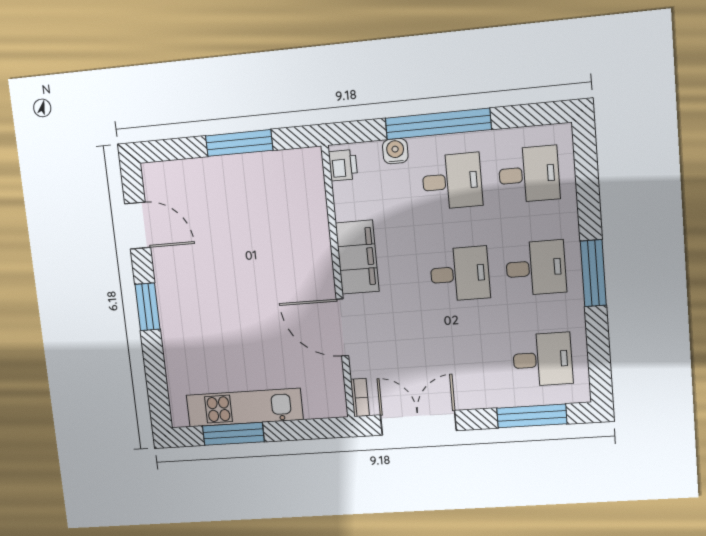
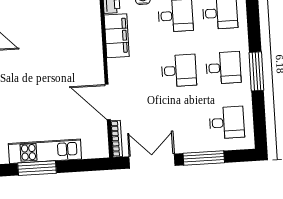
filing cabinet: (357, 257) -> (117, 36), moved
bookcase: (360, 398) -> (117, 139), width x1.56
window: (532, 416) -> (204, 158), moved

